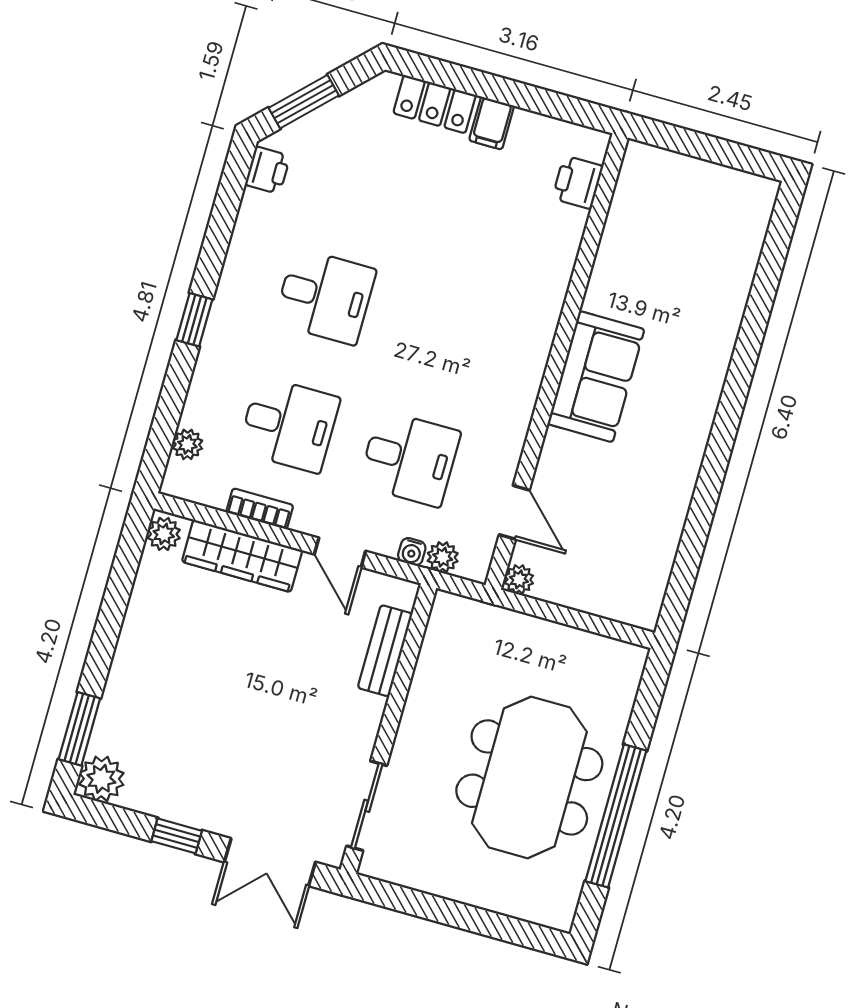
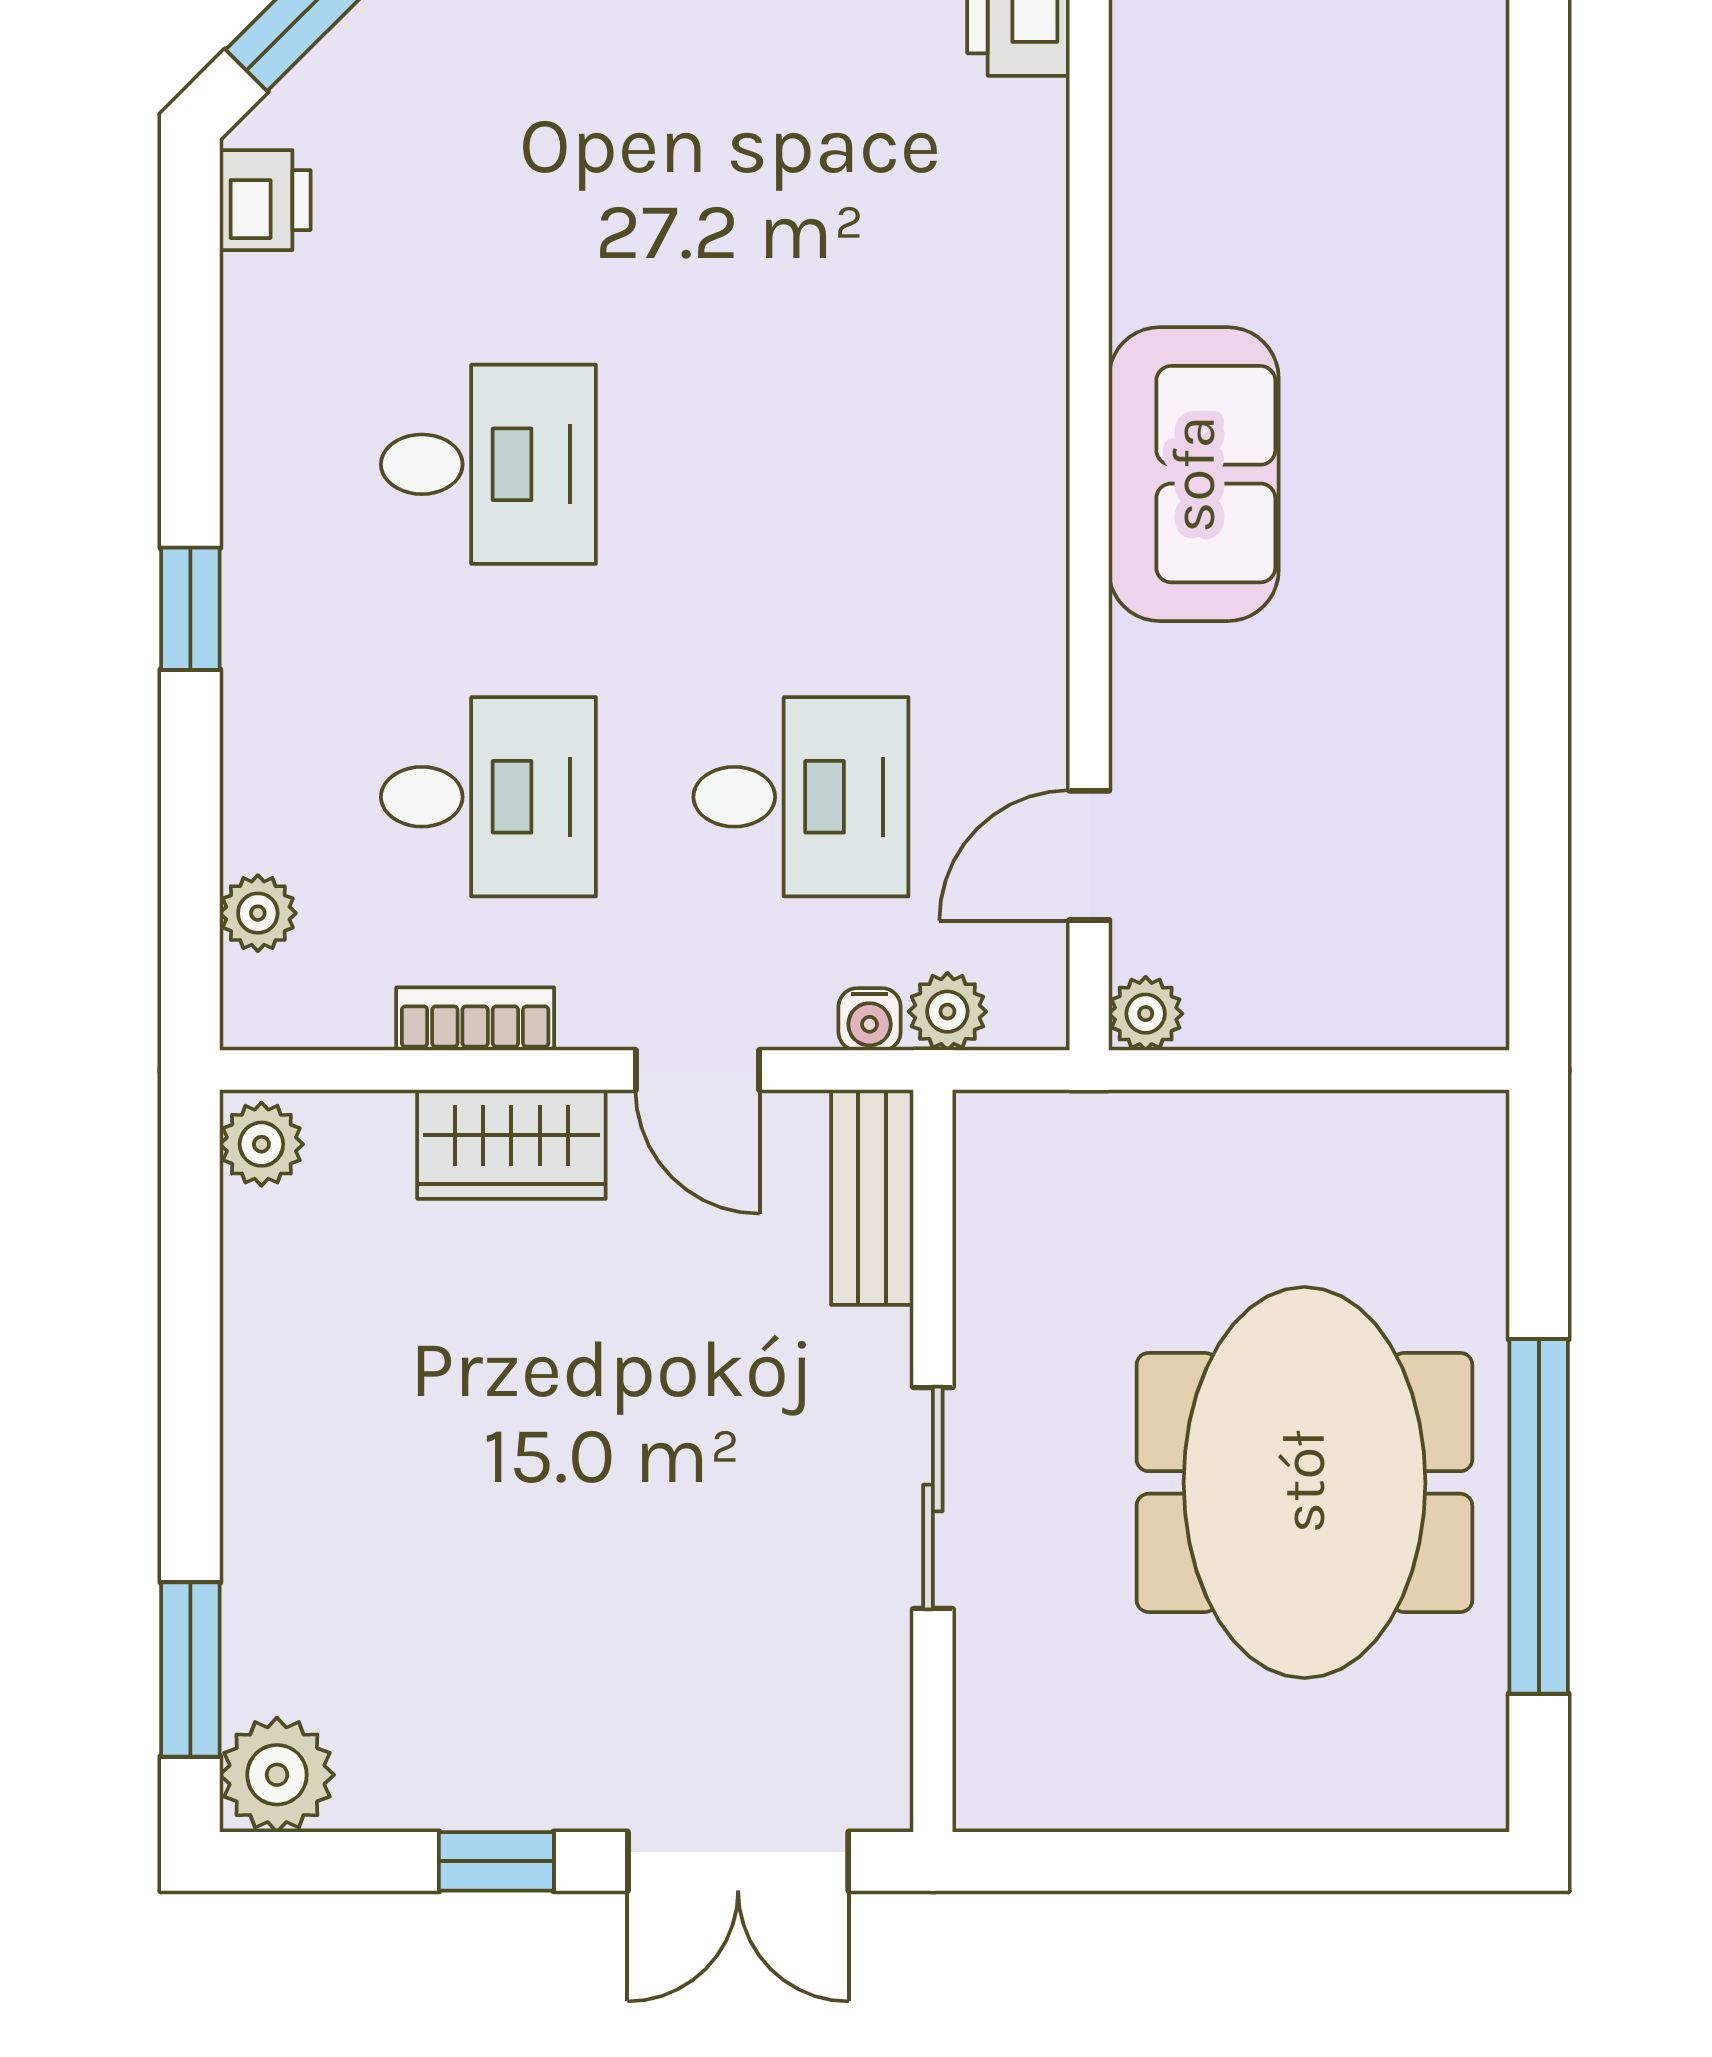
door: (514, 512) -> (1089, 855), swing flipped
wardrobe: (242, 556) -> (511, 1144), width x0.67
bench: (385, 651) -> (872, 1197), moved
sliding door: (367, 806) -> (933, 1498), moved

